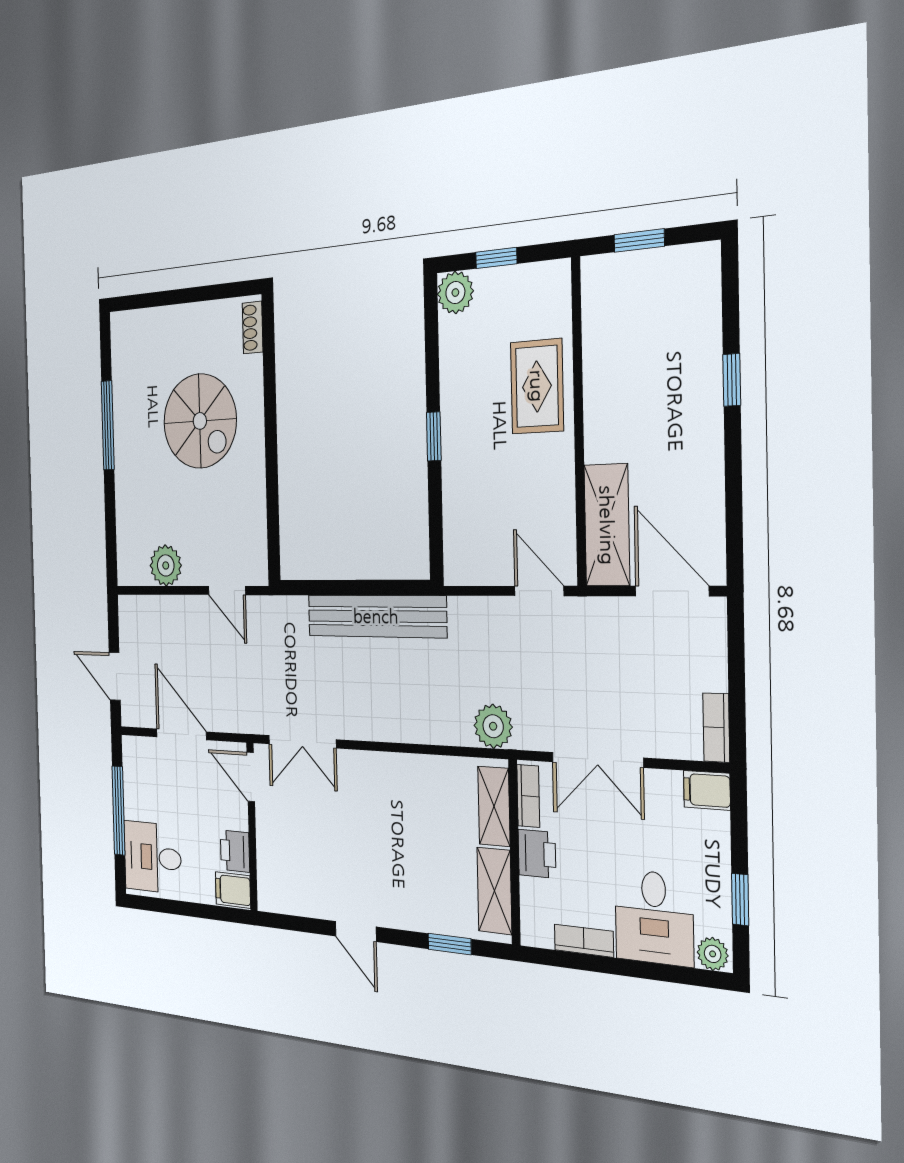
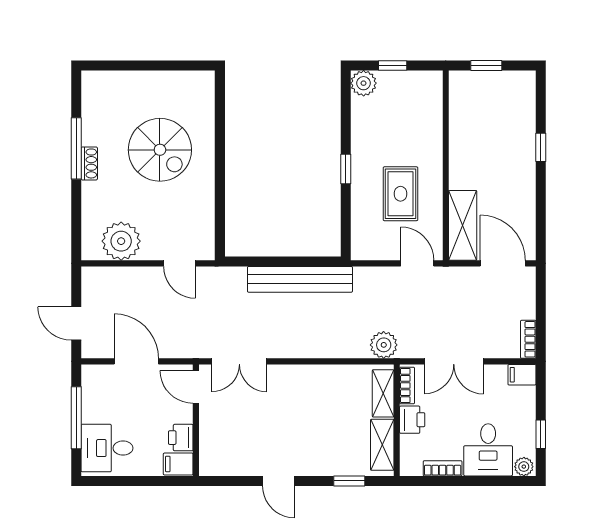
shoe rack: (253, 327) -> (89, 163), moved, turned 180
rug: (537, 386) -> (400, 194), moved
plant: (166, 565) -> (121, 241), width x1.36, depth x1.36

